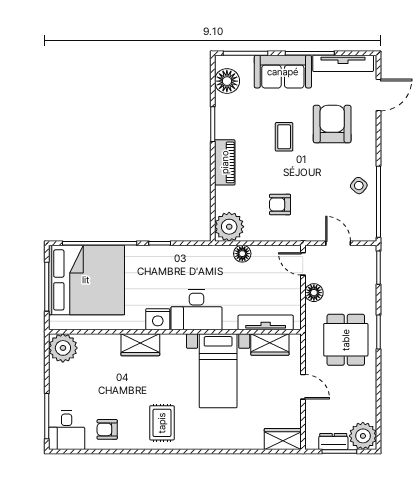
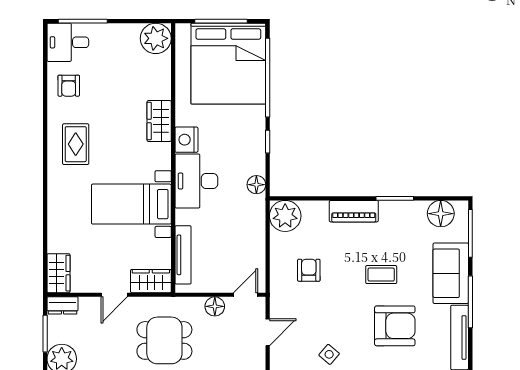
floor lamp: (242, 254) -> (256, 185), moved
wardrobe: (270, 345) -> (151, 281), moved, turned 90
rug: (162, 423) -> (76, 144), turned 90
armchair: (107, 429) -> (69, 86), turned 180
dresser: (333, 442) -> (63, 305), moved, turned 90

